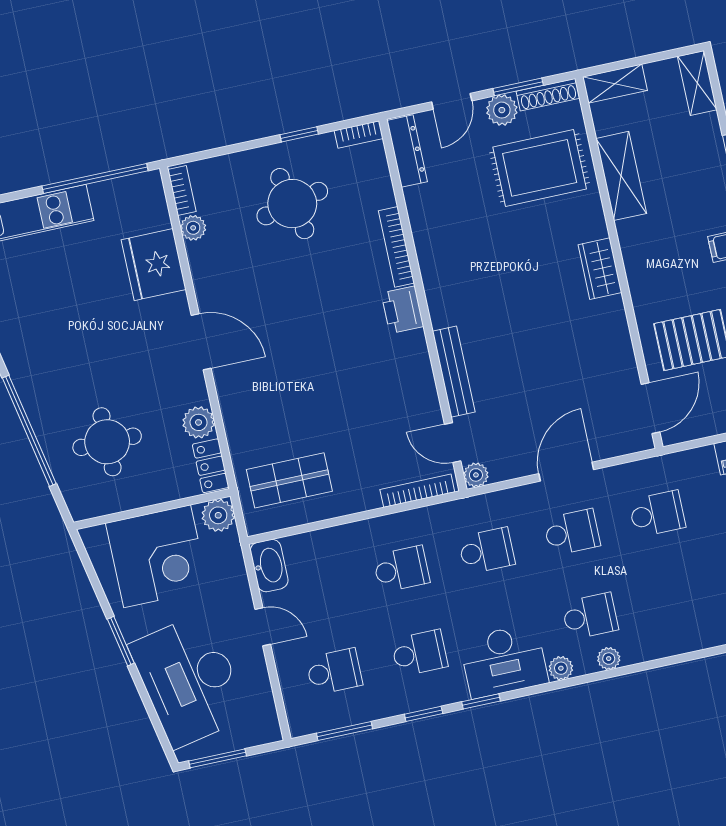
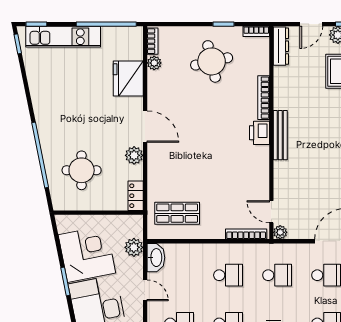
bench: (454, 372) -> (280, 135), moved
plant: (199, 422) -> (134, 155), moved
plant: (218, 515) -> (134, 247), moved
corner desk: (157, 556) -> (87, 254), moved, turned -101

